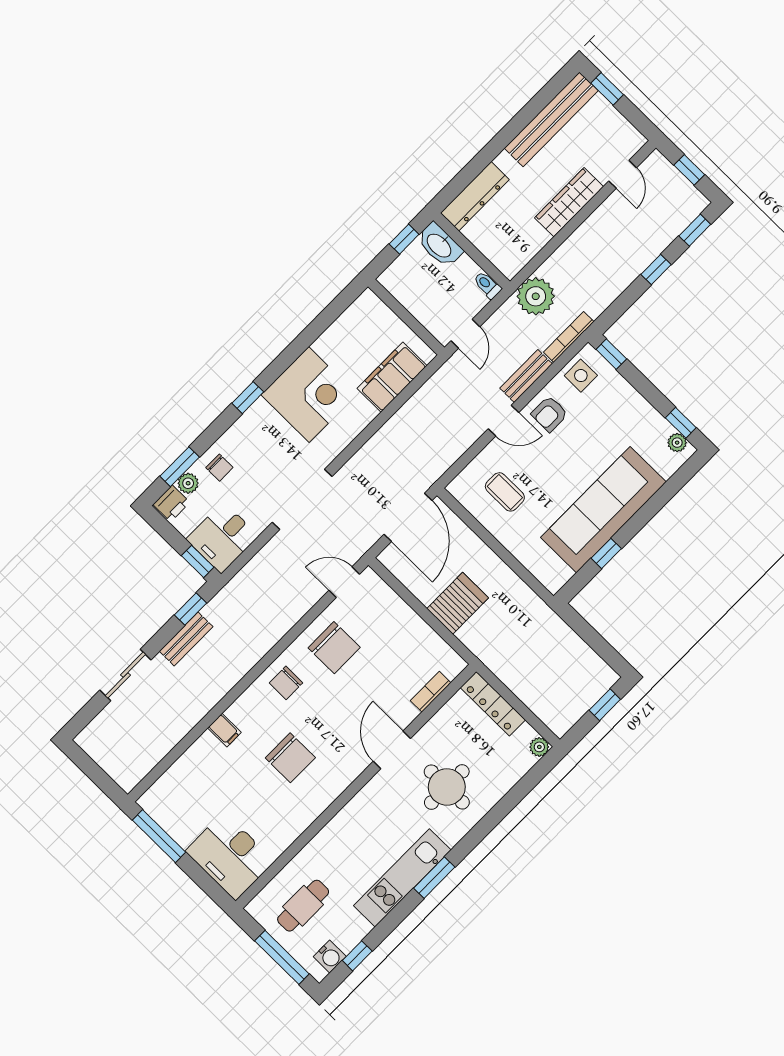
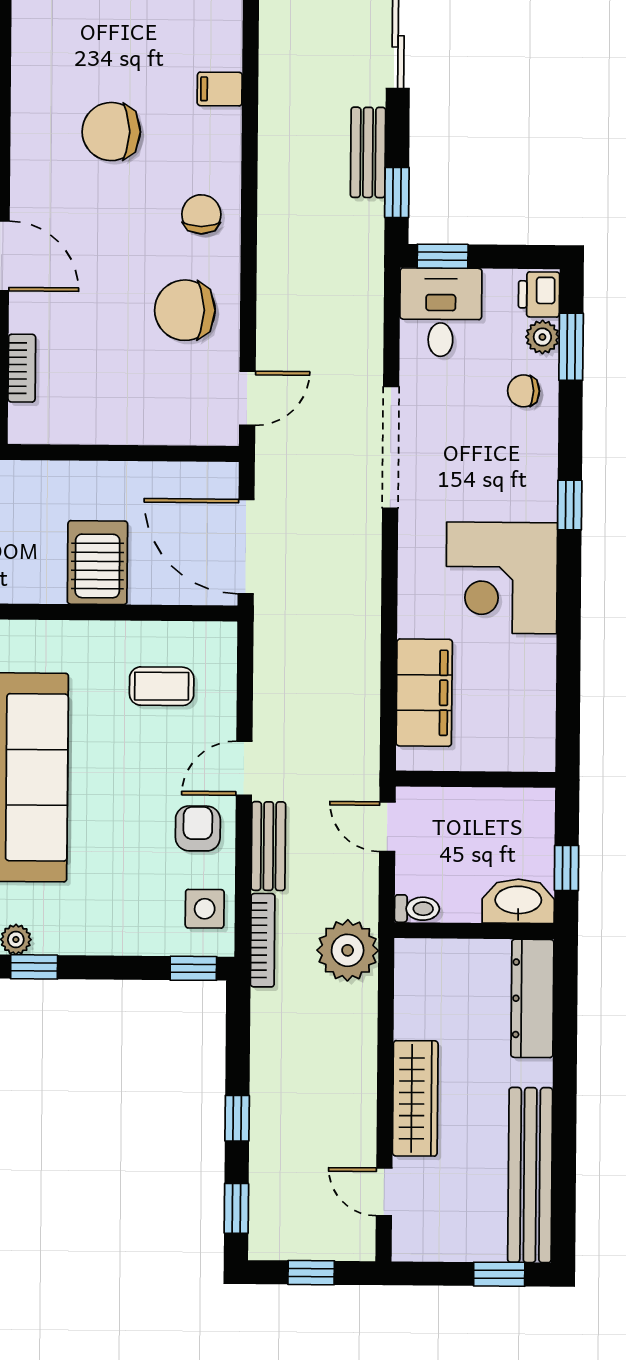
server rack: (458, 603) -> (97, 563), moved, turned 180

